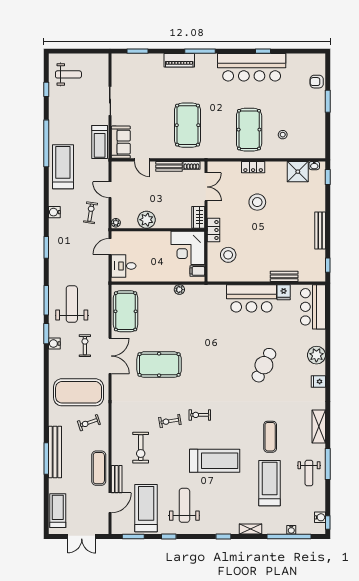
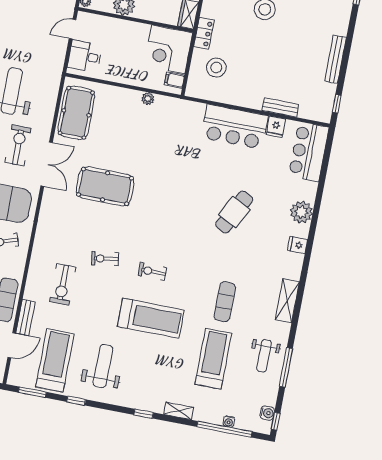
exercise bike: (85, 346) -> (18, 145), width x1.38, depth x1.39
exercise bike: (200, 415) -> (152, 272), moved
window: (328, 464) -> (286, 367), moved

